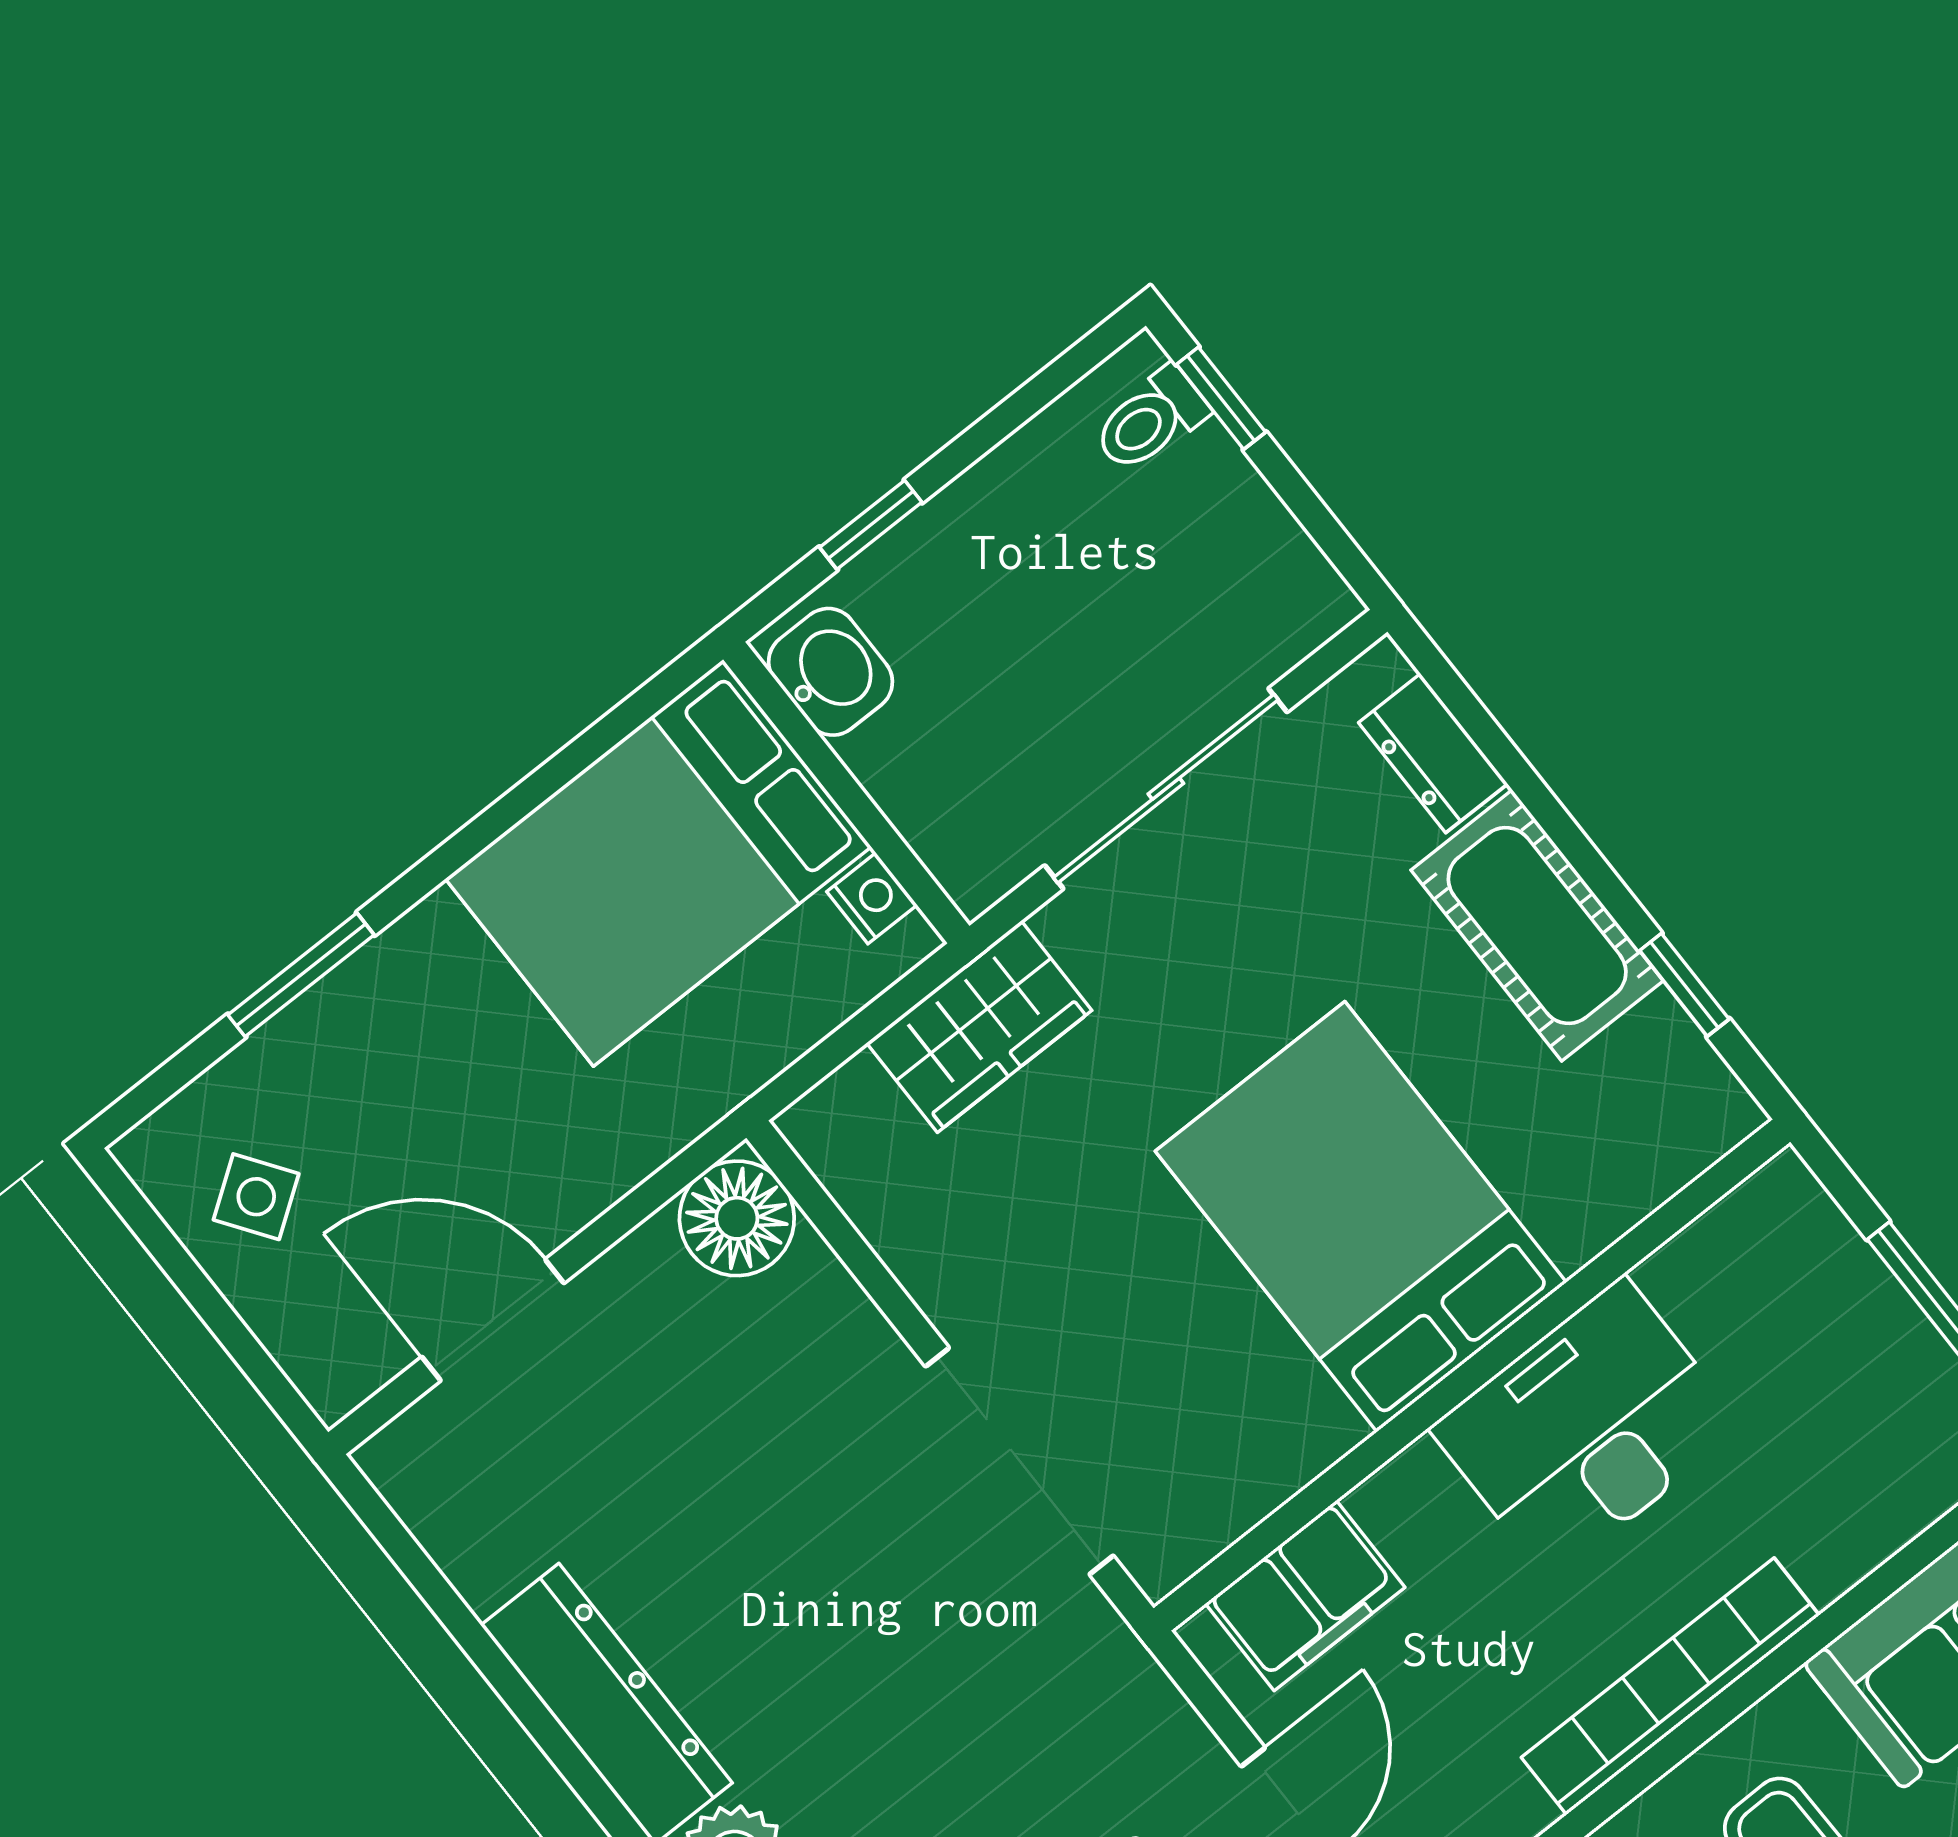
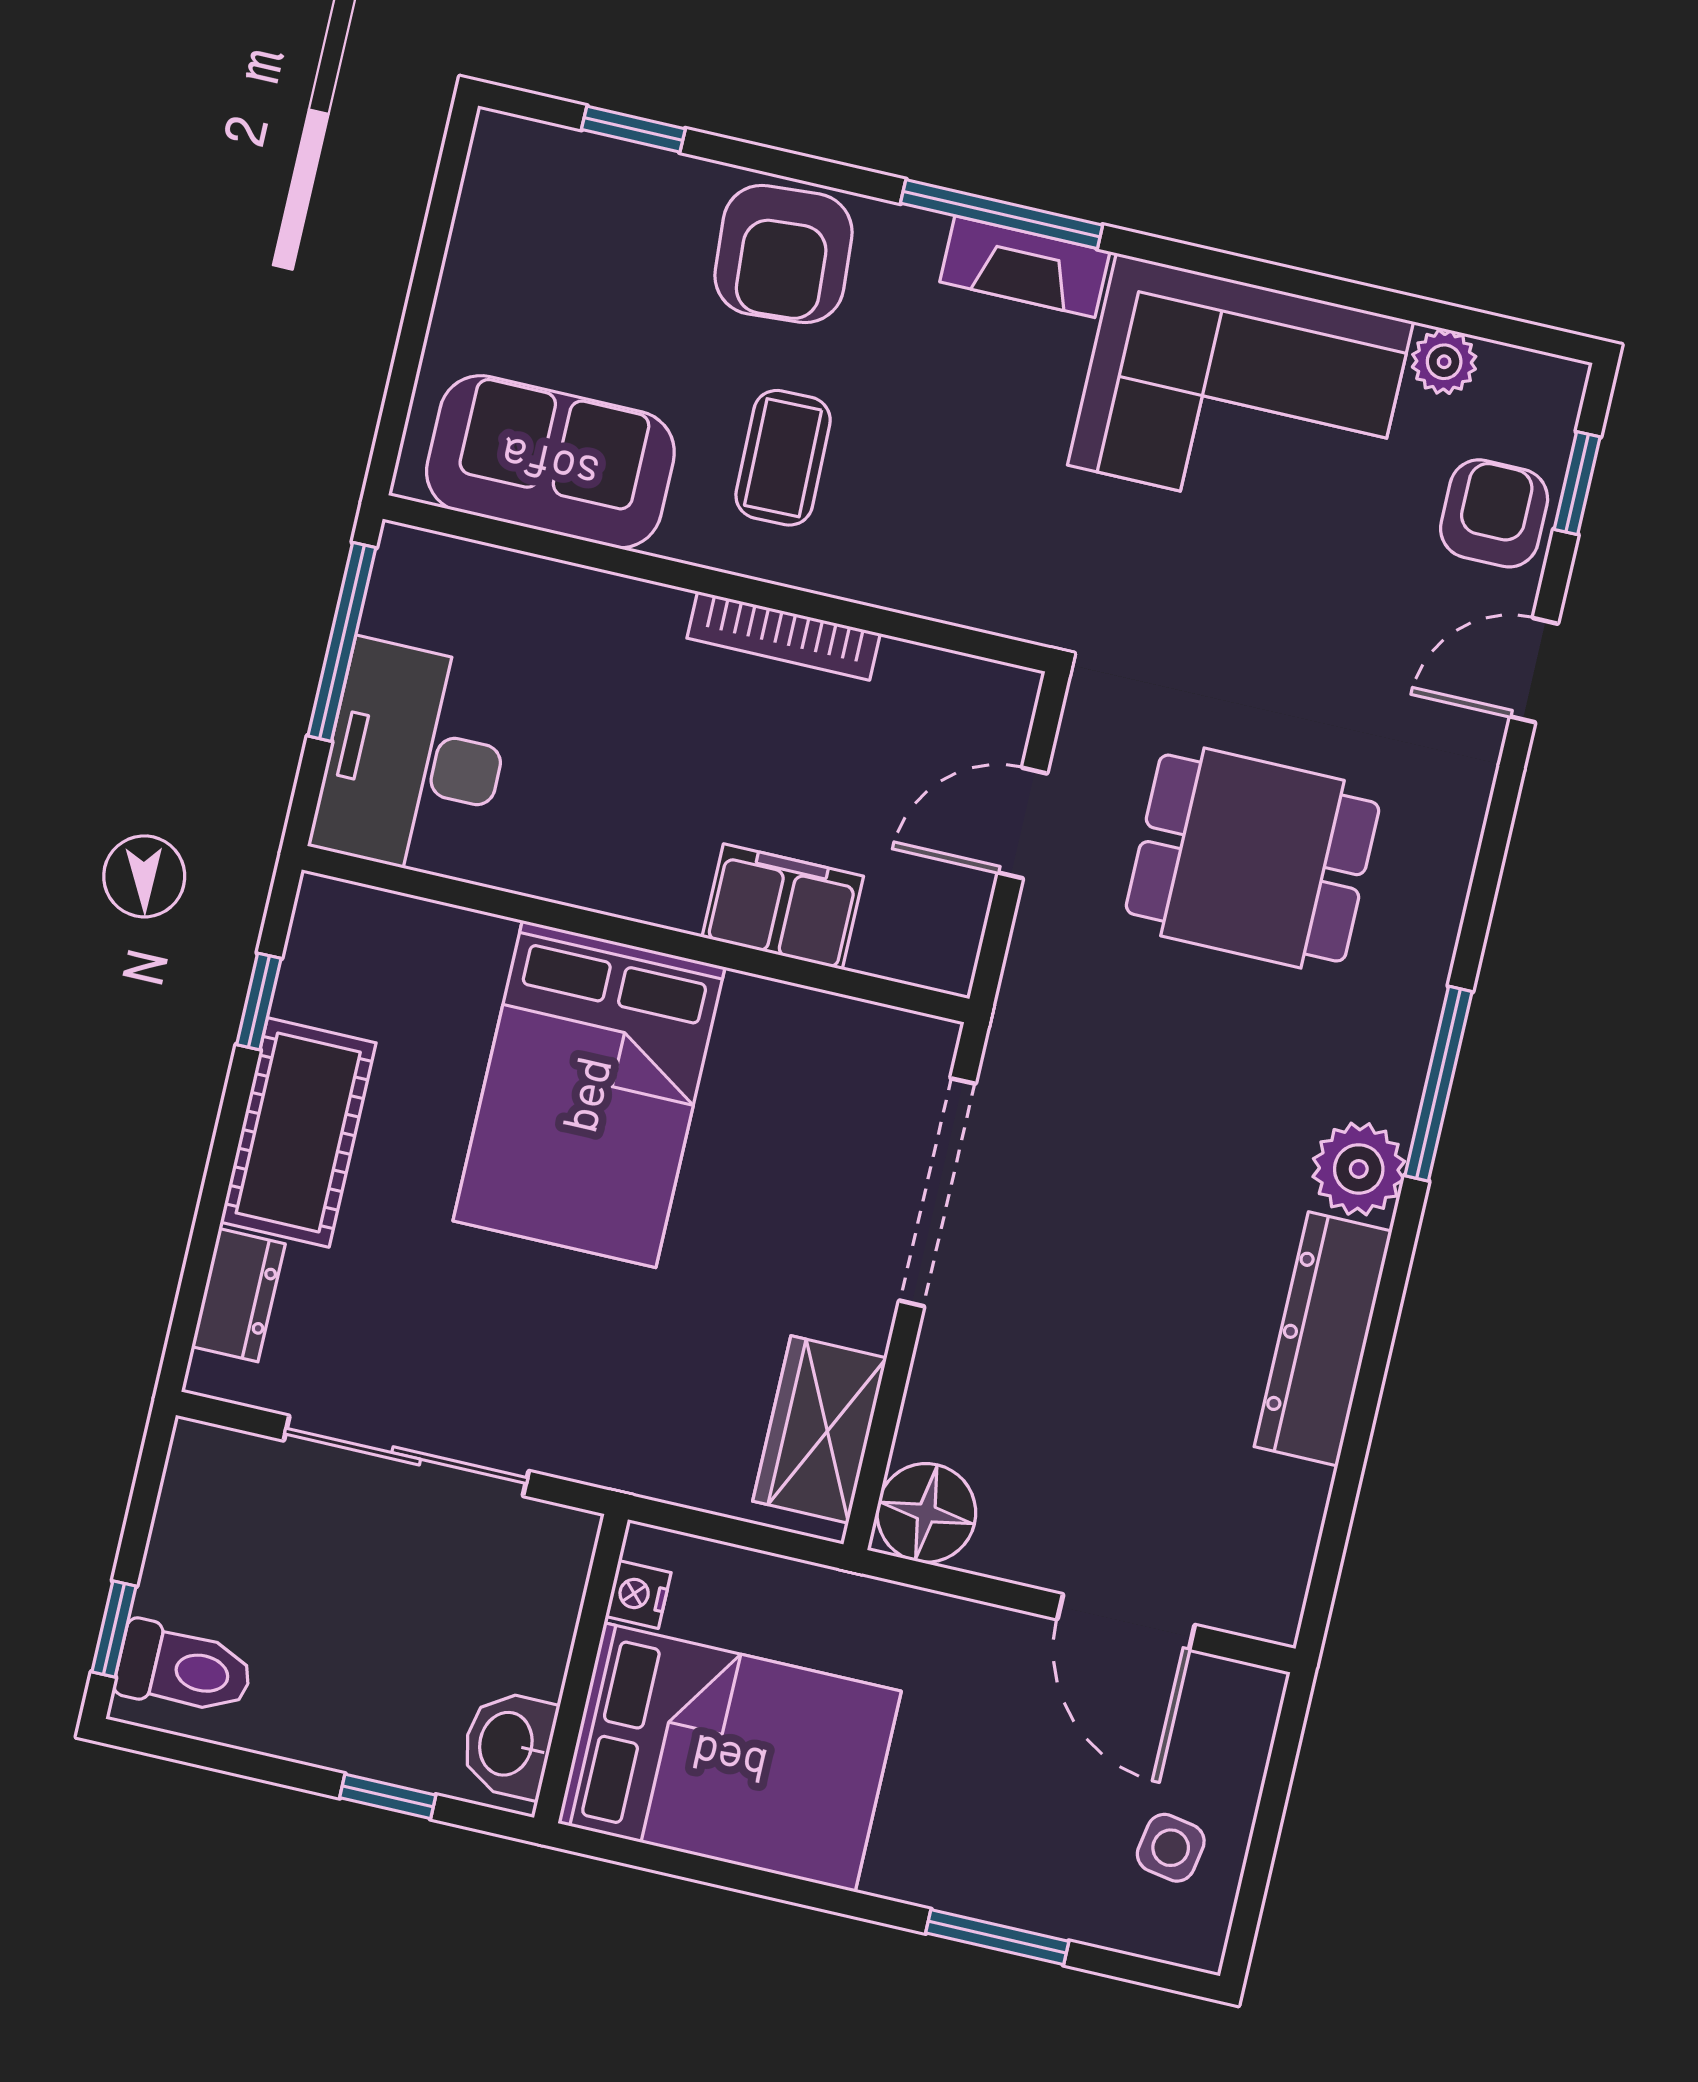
toilet: (1150, 420) -> (184, 1669), width x1.37, depth x1.39
wardrobe: (979, 1027) -> (820, 1430), moved, turned -90
side table: (256, 1197) -> (1171, 1848), turned 45
desk: (1587, 1428) -> (414, 760), moved, turned 90
filing cabinet: (1305, 1595) -> (783, 907), moved
bookcase: (1670, 1686) -> (784, 636), width x0.68, depth x0.76

